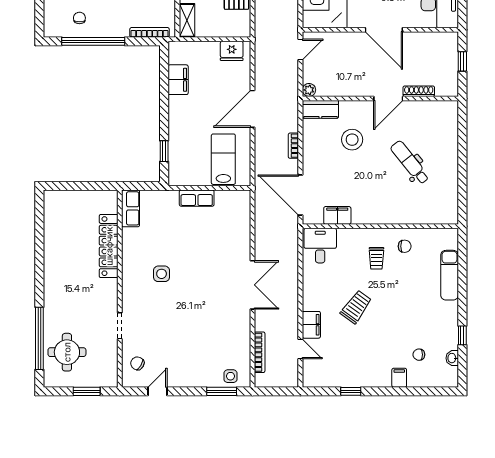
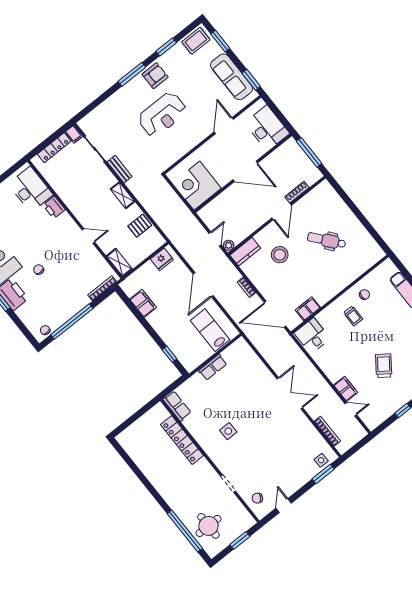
chair: (79, 18) -> (45, 330), moved
door: (300, 49) -> (215, 239), moved
window: (462, 61) -> (309, 152), width x2.17
trolley: (356, 307) -> (384, 366), moved

